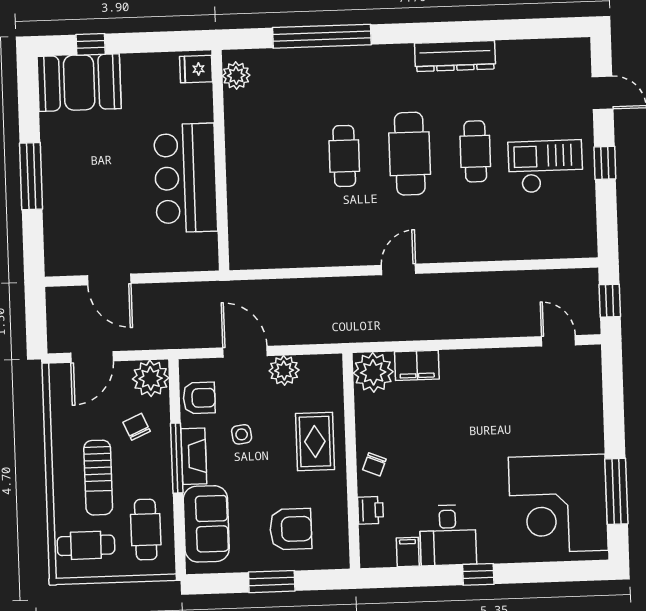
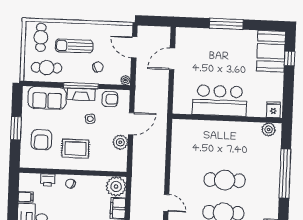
cafe table: (344, 156) -> (225, 180), width x1.37, depth x1.35
plant: (151, 378) -> (125, 80), width x0.53, depth x0.53
armchair: (199, 398) -> (110, 99), turned -90
rug: (315, 442) -> (75, 149), moved

